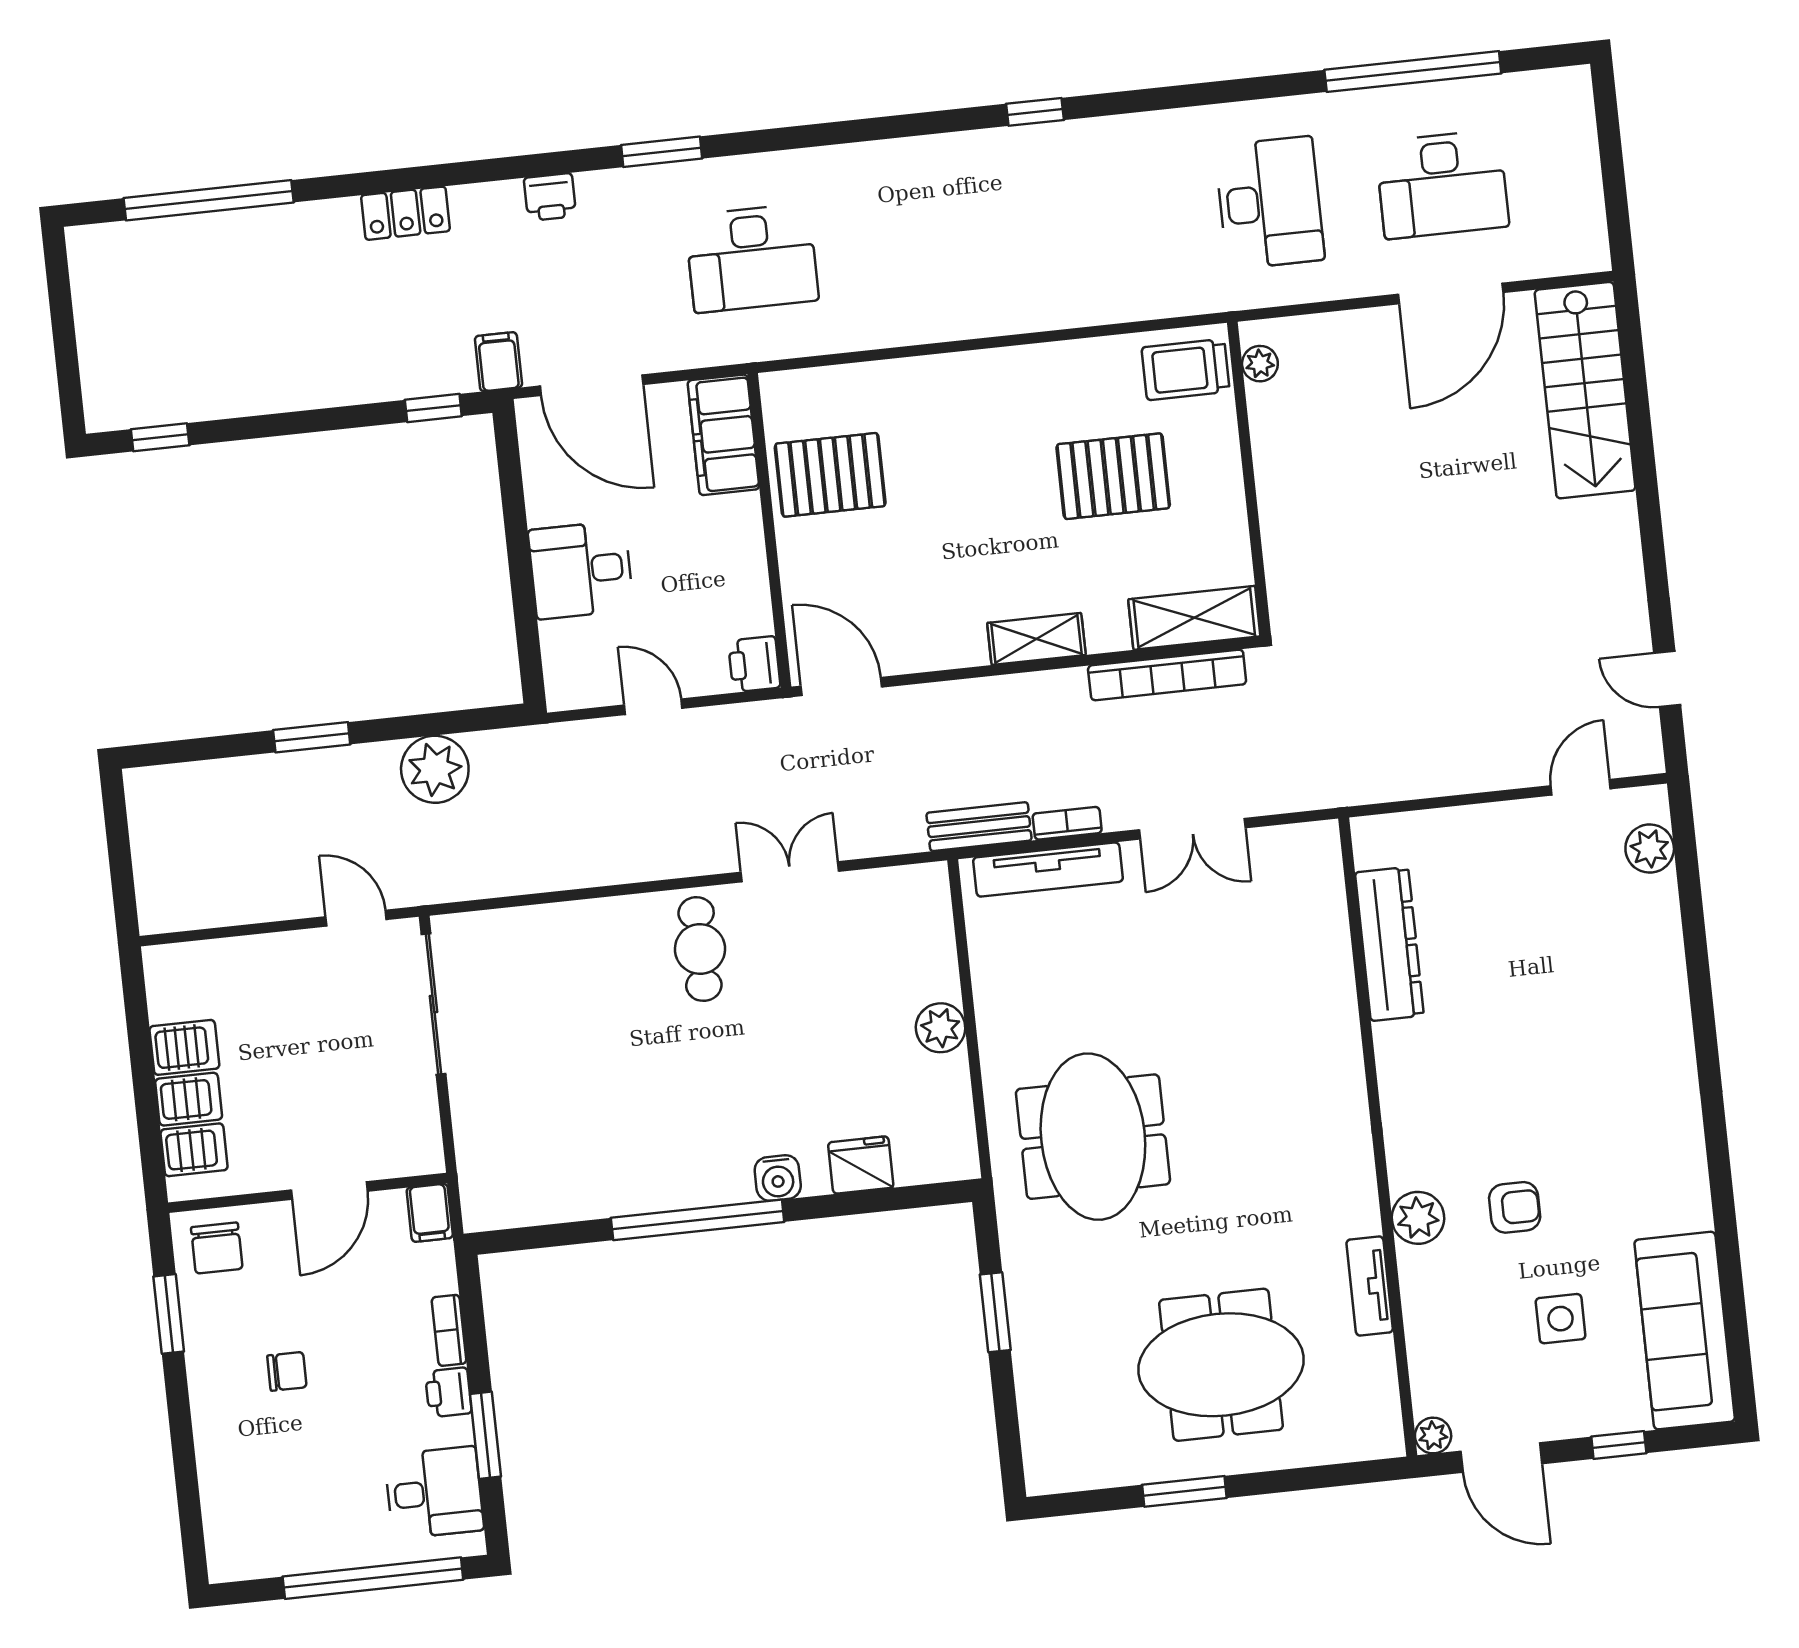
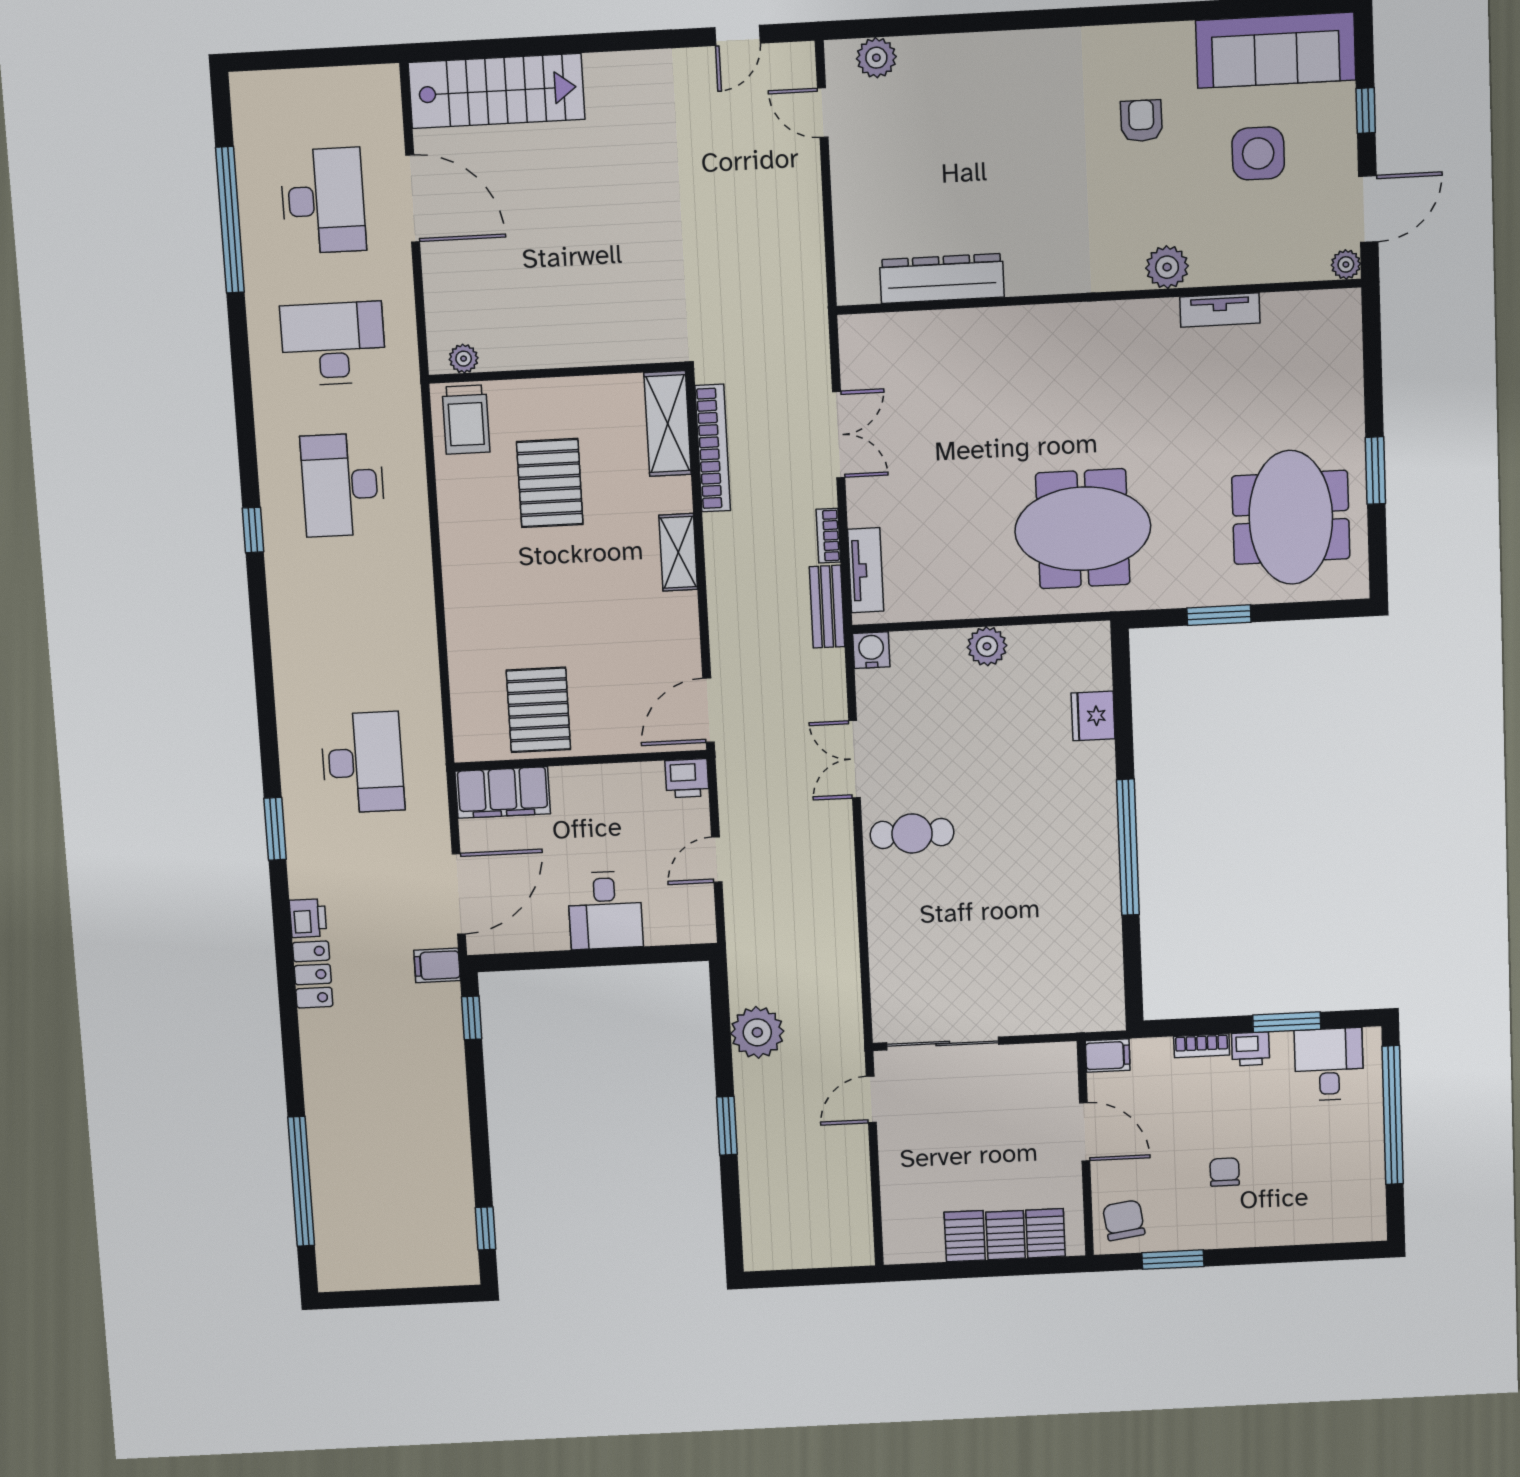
locker: (406, 213) -> (313, 974), moved
desk: (1097, 221) -> (343, 485), added
tv unit: (1048, 870) -> (866, 570), width x0.71
water cooler: (778, 1178) -> (871, 650), moved, turned -90
armchair: (1515, 1207) -> (1141, 121), moved
chair: (217, 1248) -> (1124, 1220), turned -98
side table: (1561, 1319) -> (1258, 153), width x1.37, depth x1.37
meeting table: (1221, 1365) -> (1291, 517), moved

